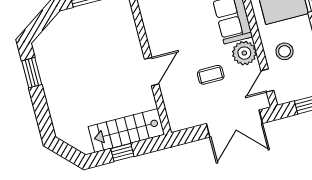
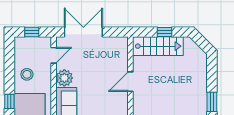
stool: (285, 51) -> (27, 74), moved
coffee table: (211, 75) -> (91, 69), removed

